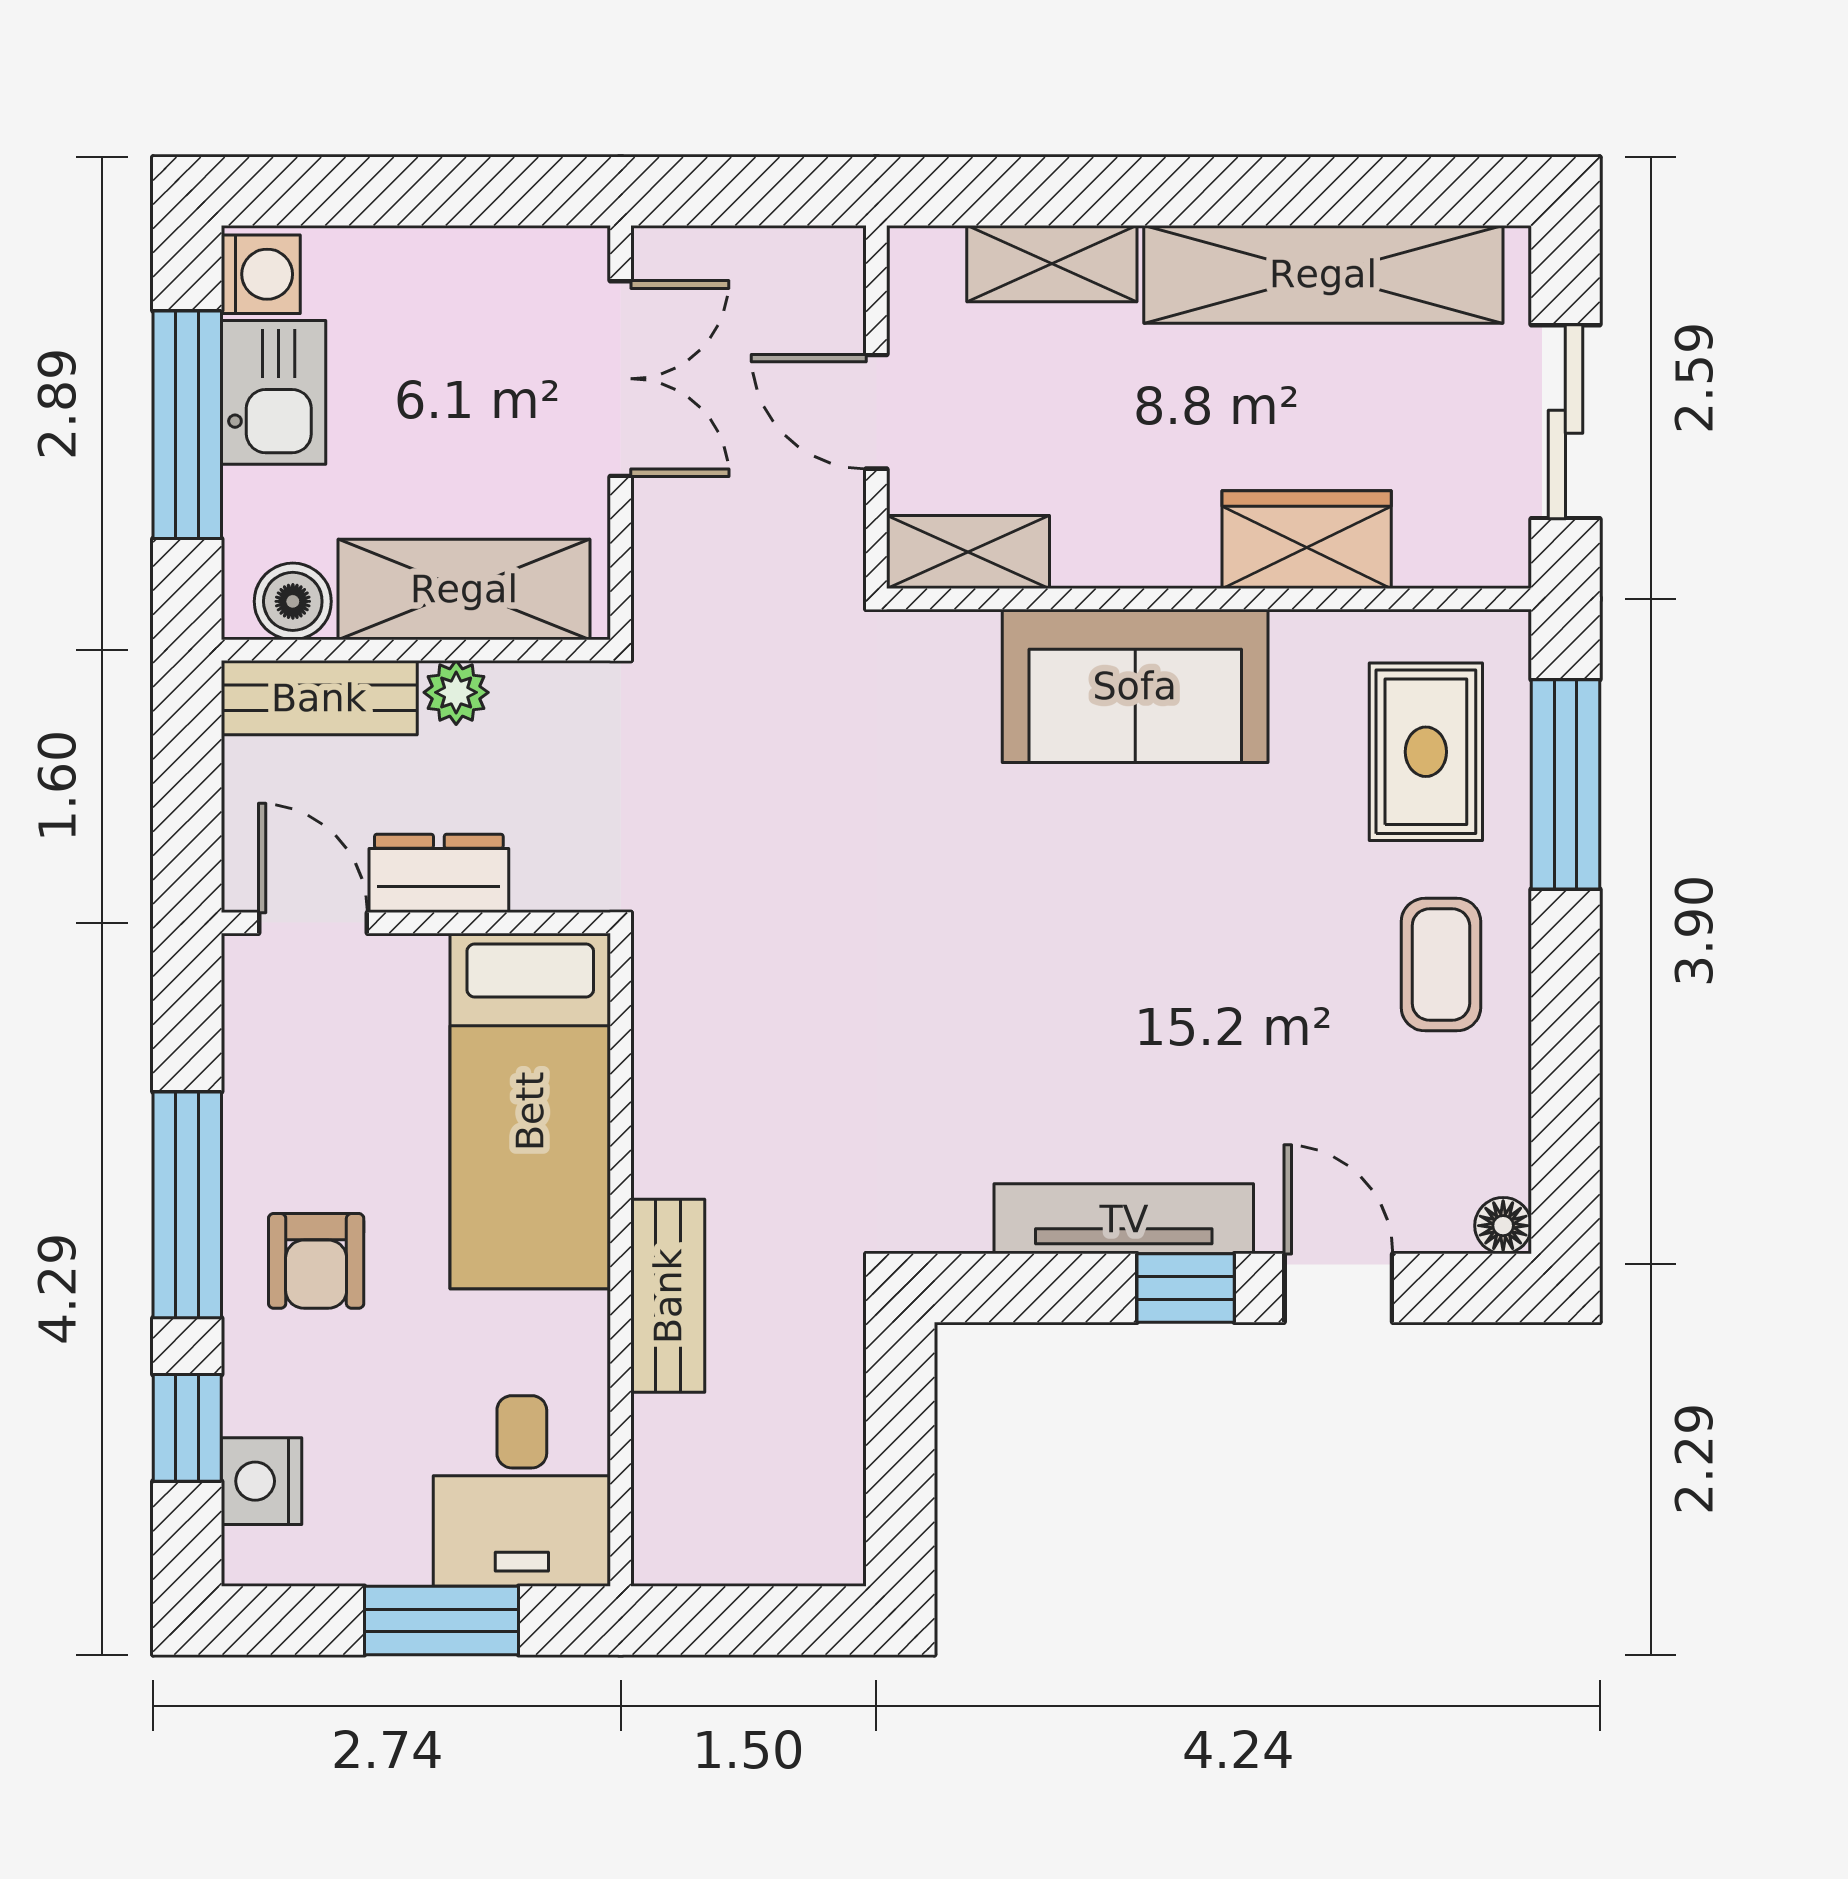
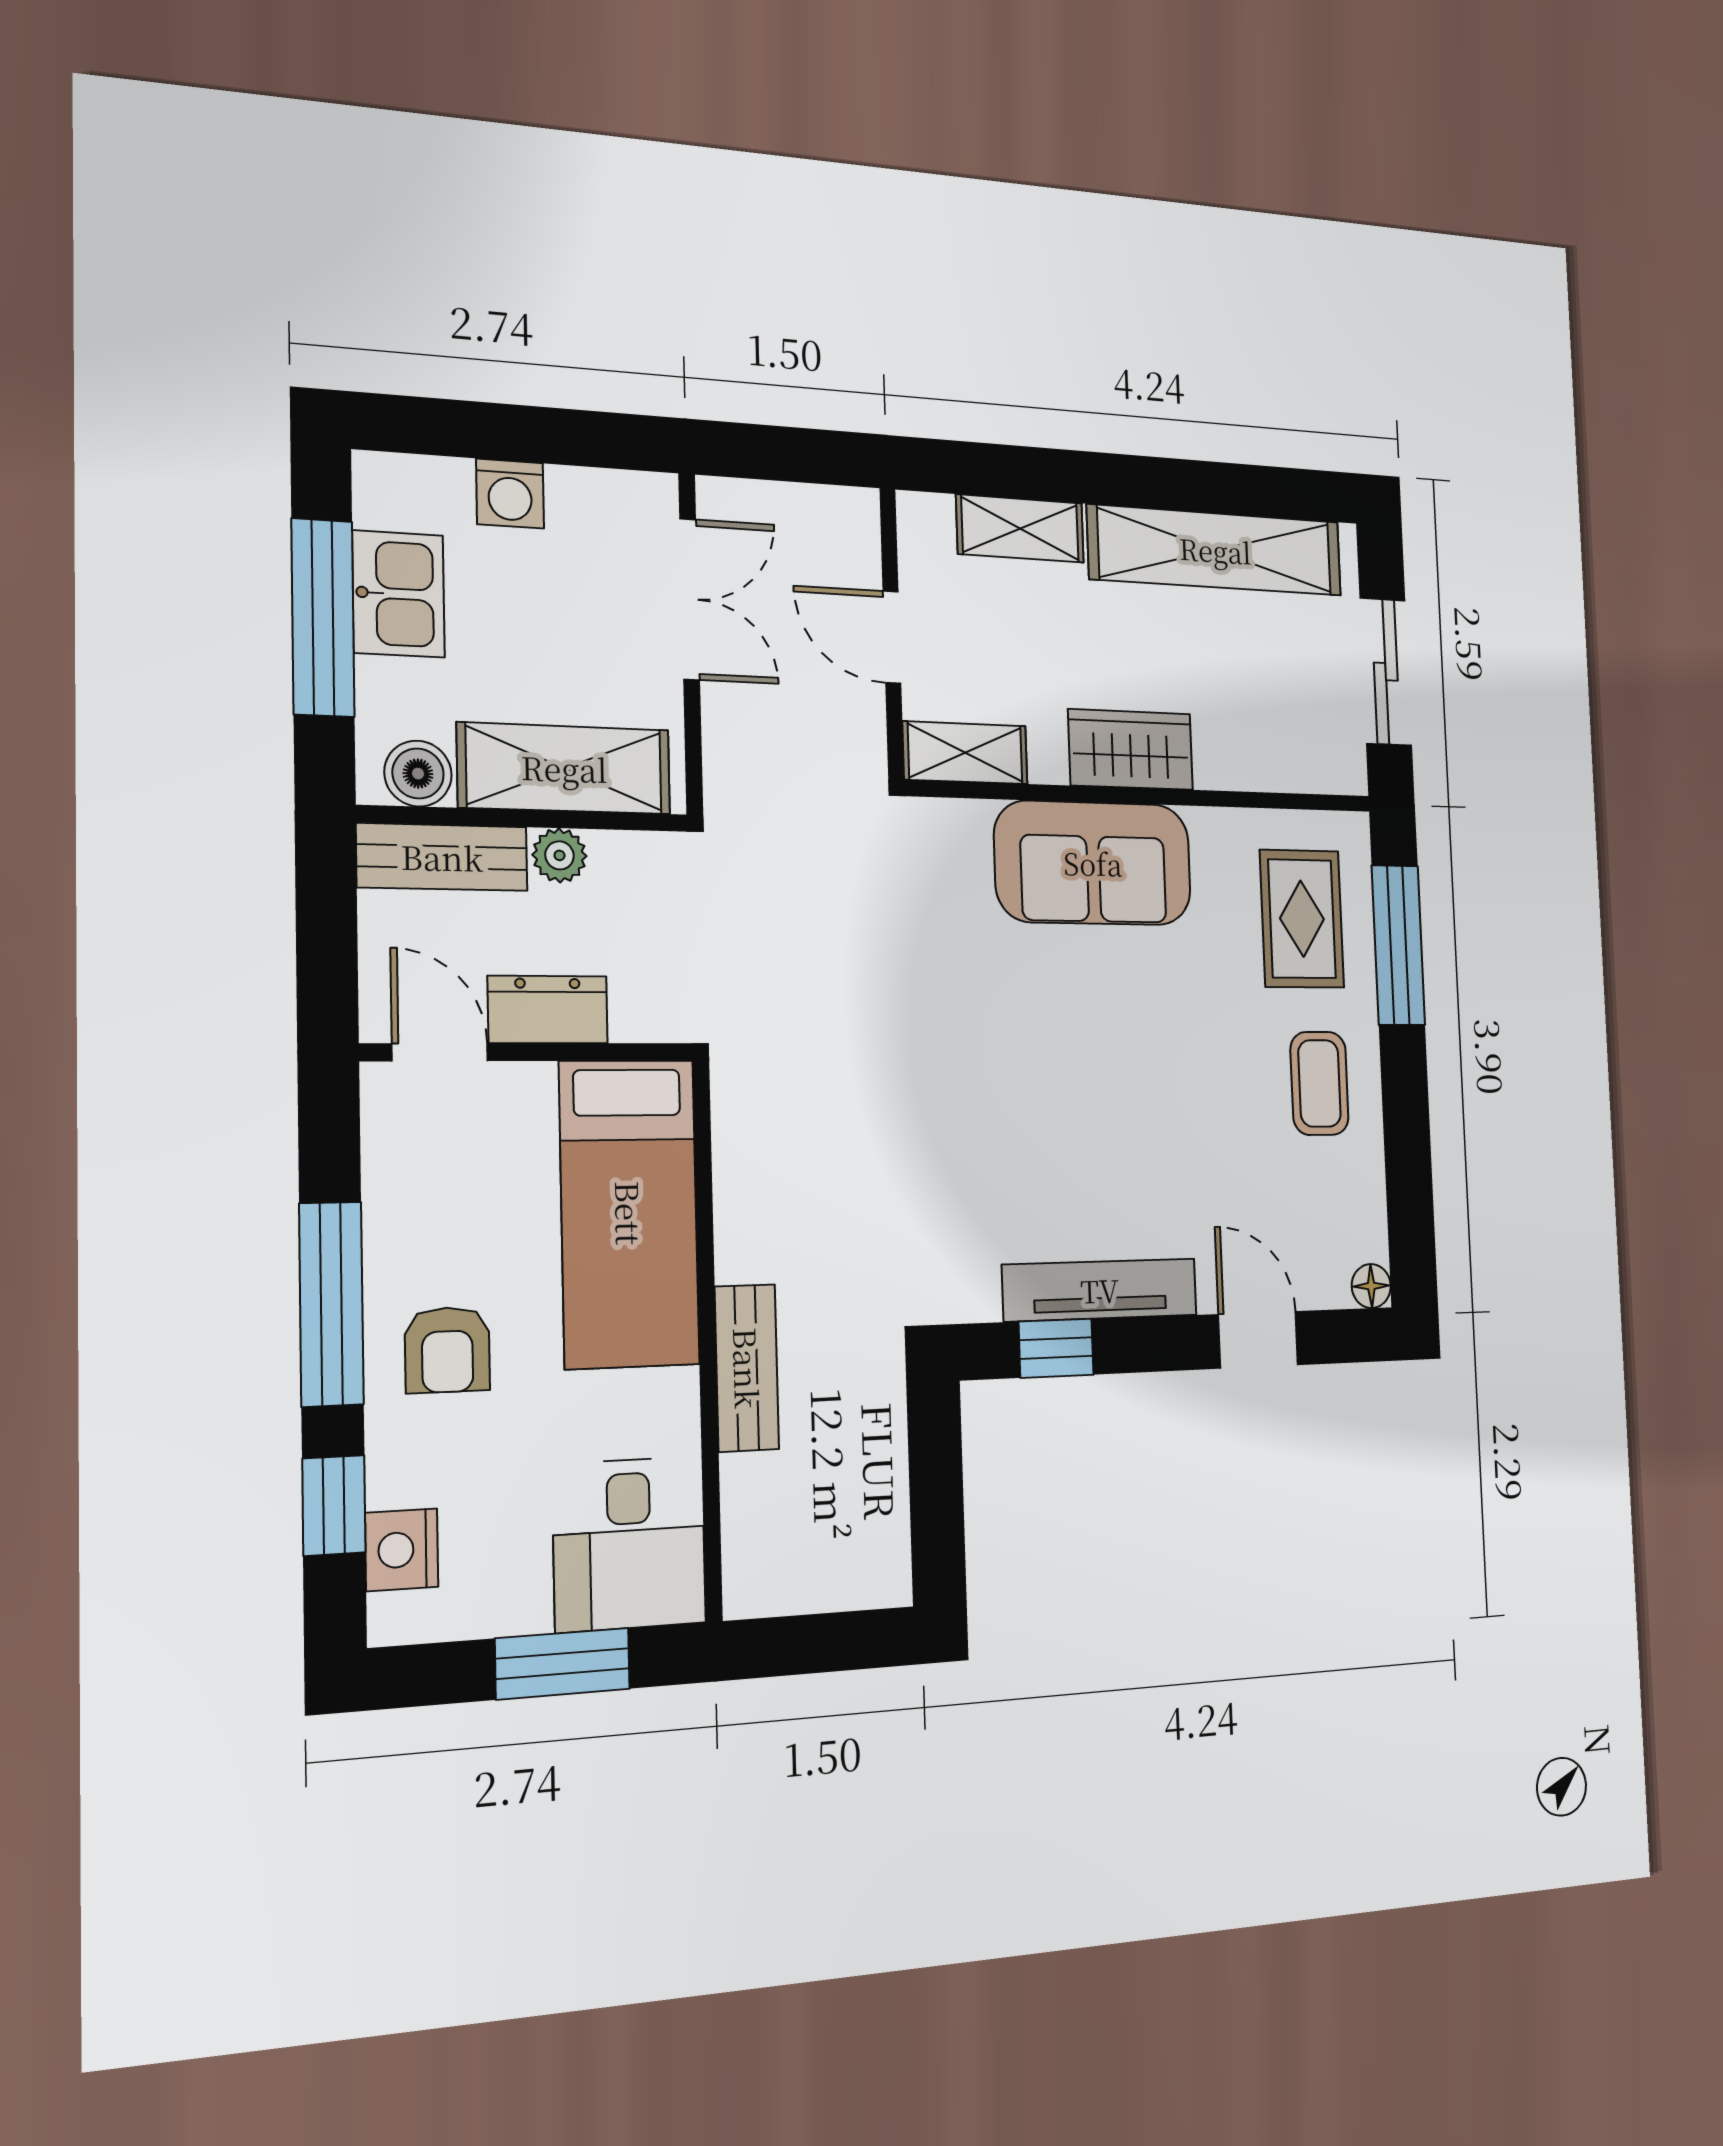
washing machine: (261, 274) -> (510, 494), moved, turned 90
wardrobe: (1307, 540) -> (1131, 750), moved
window: (1186, 1288) -> (1056, 1348), moved

